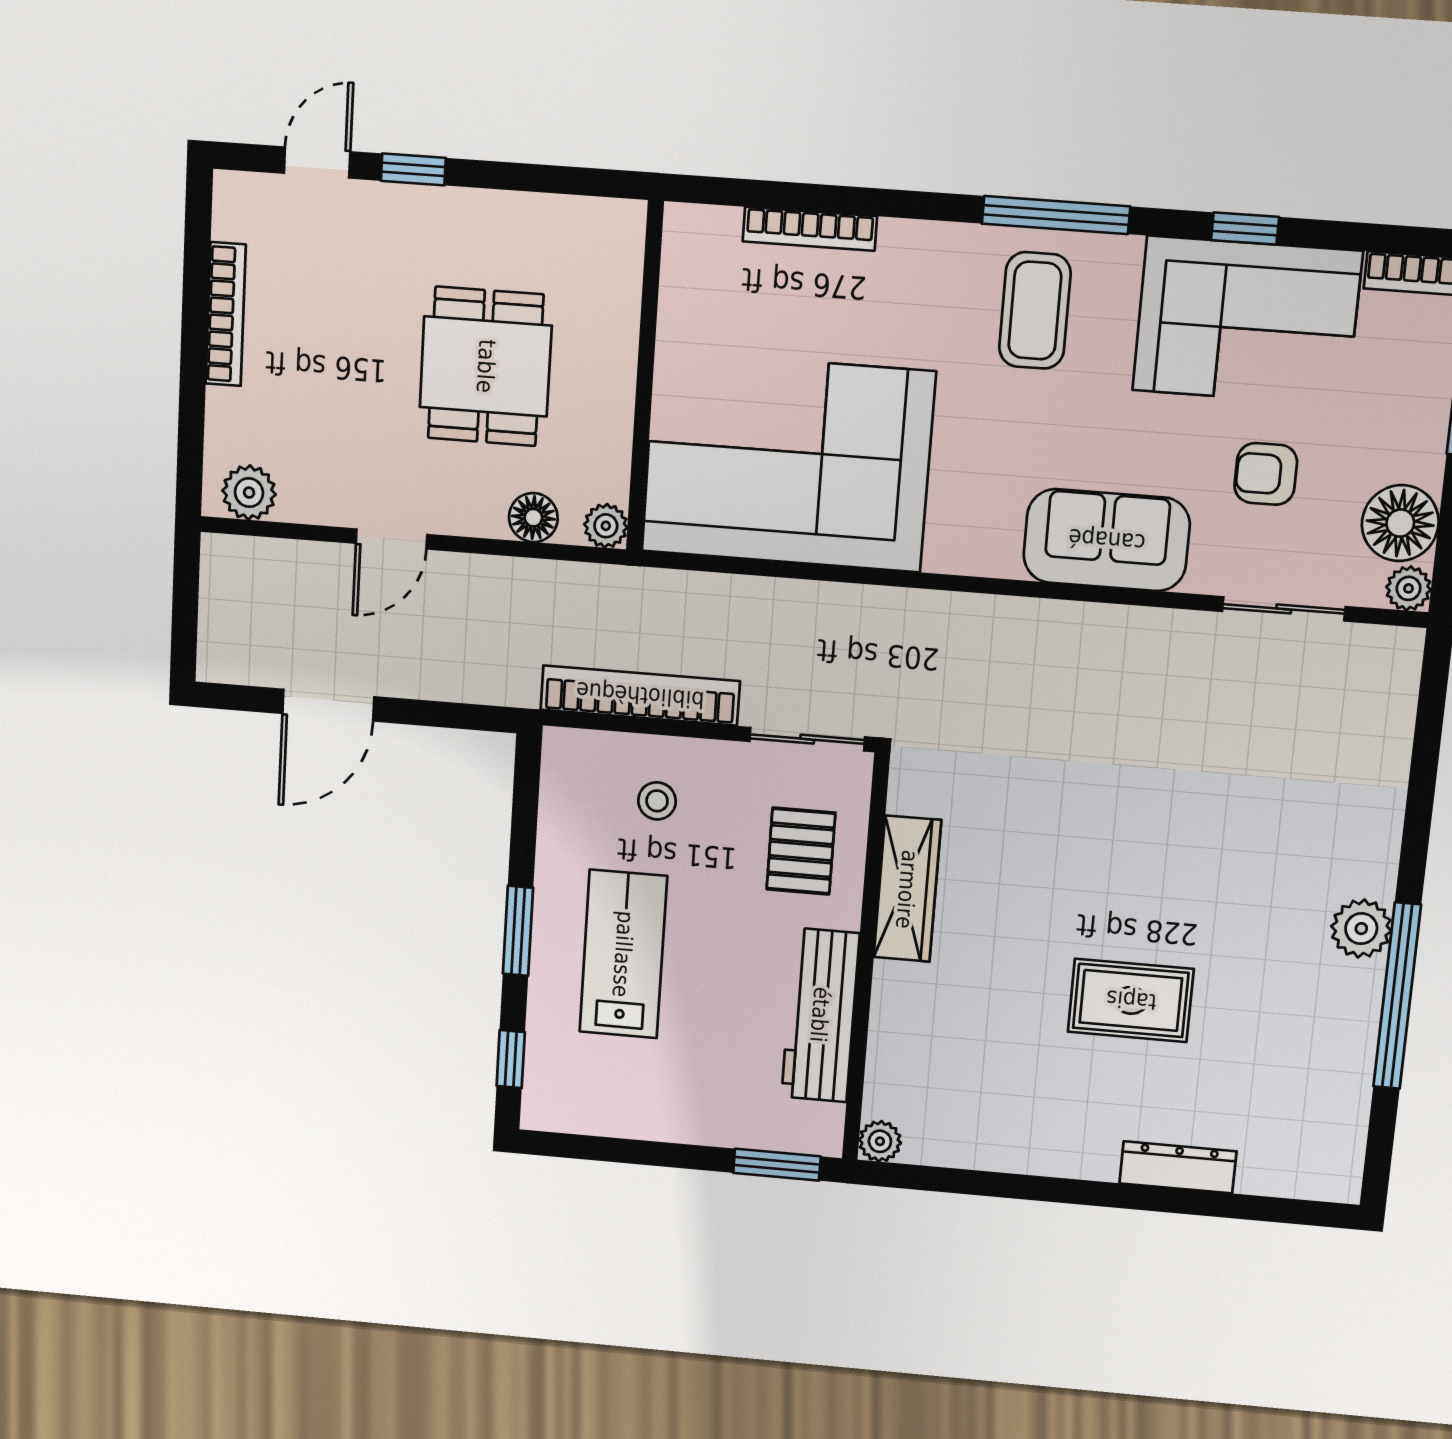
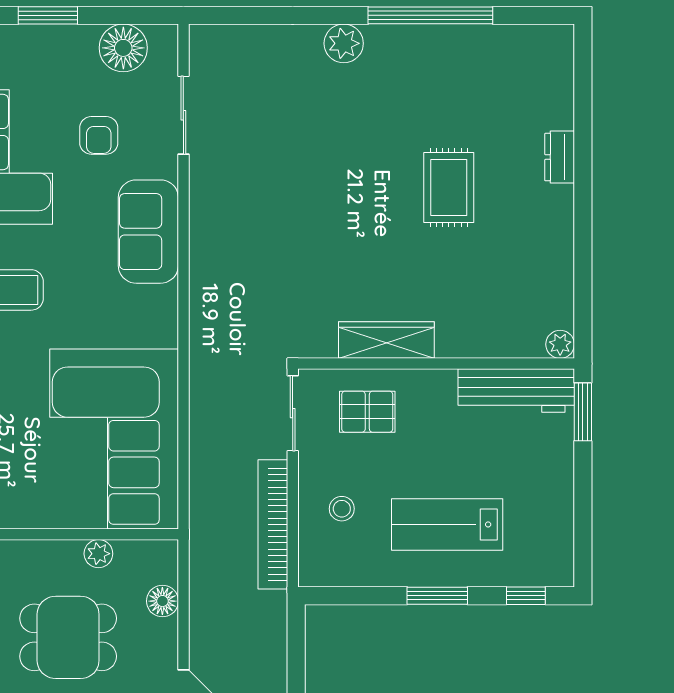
plant: (606, 526) -> (98, 554), moved
plant: (1409, 588) -> (164, 38), removed
plant: (1361, 929) -> (344, 43), moved
workbench: (820, 1015) -> (516, 391), moved
dresser: (1178, 1167) -> (560, 157), width x0.70

